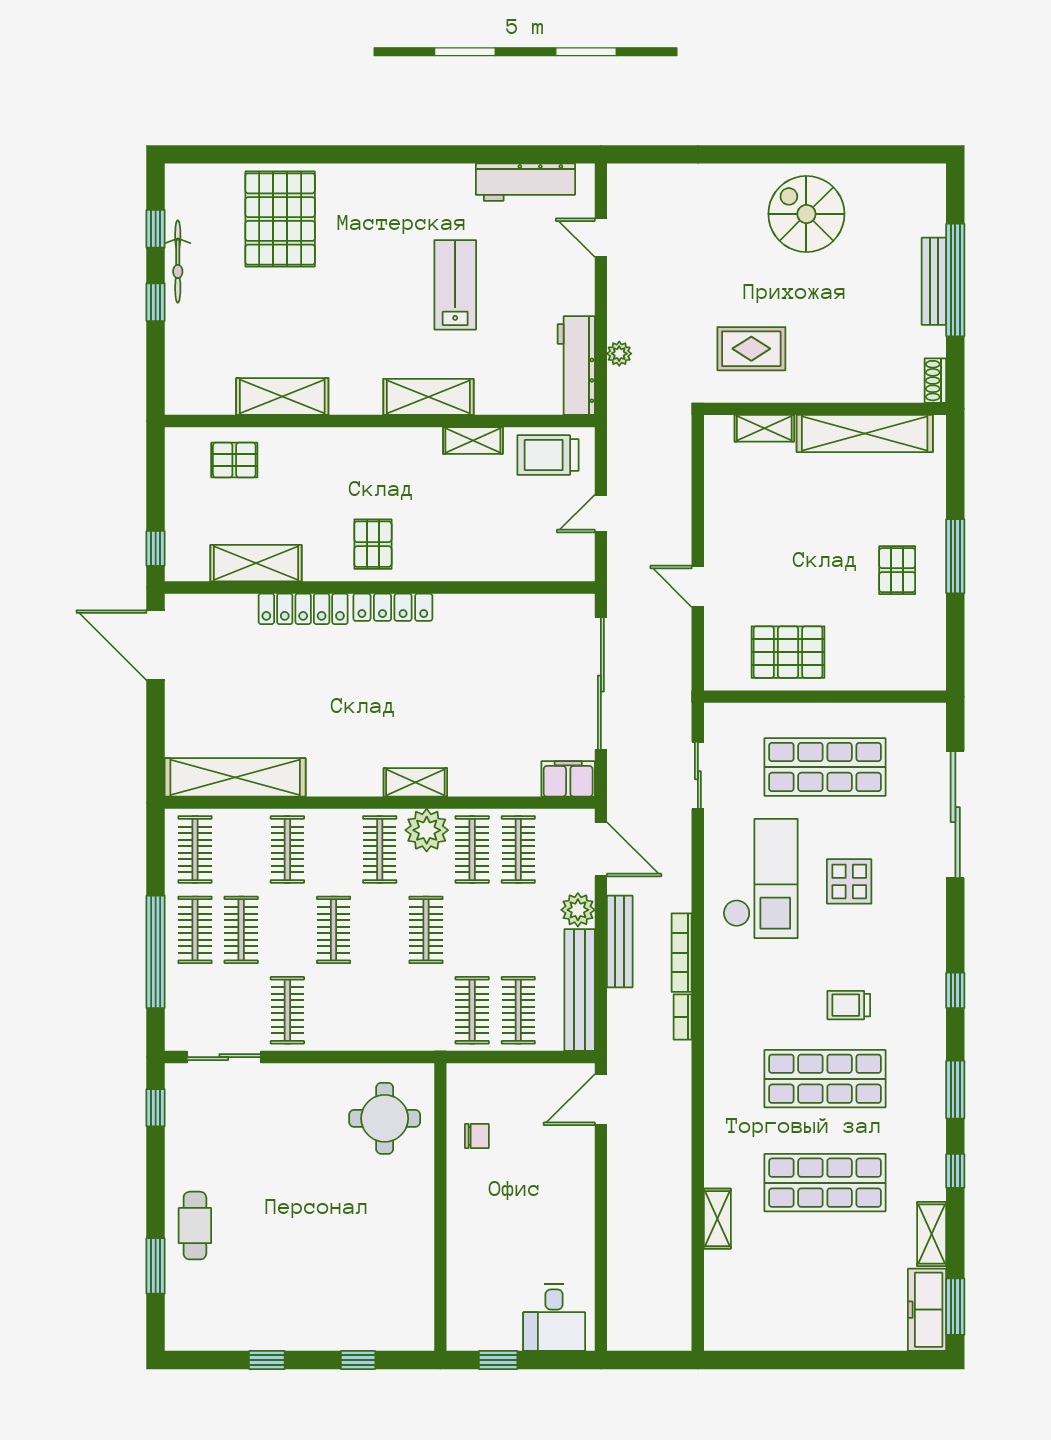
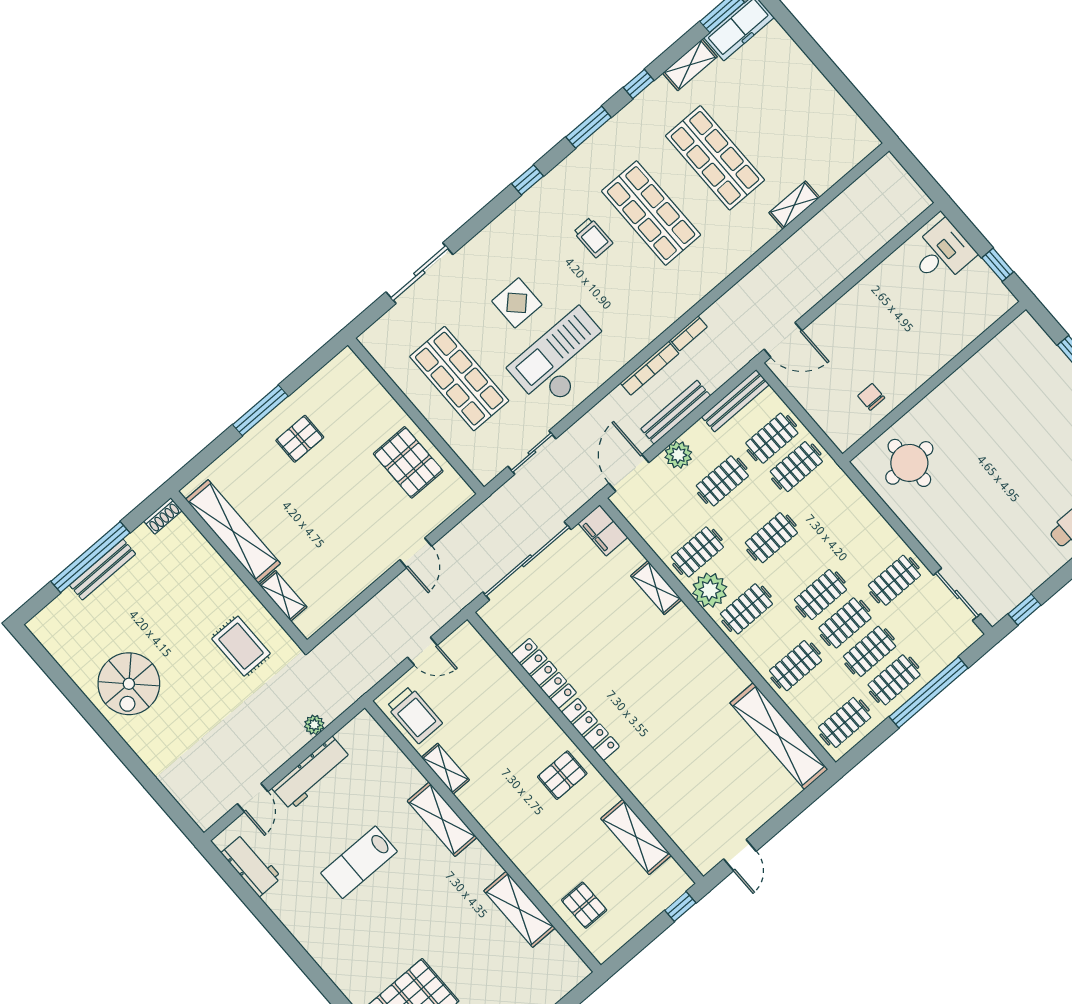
workbench: (525, 182) -> (251, 865), width x0.73
workbench: (576, 366) -> (311, 773), moved
locker: (303, 609) -> (544, 673), moved
door: (156, 645) -> (740, 855), width x0.53
shelving: (415, 782) -> (656, 588), moved
sliding door: (955, 815) -> (419, 273), width x0.73
clothes rail: (518, 849) -> (722, 481), moved
clothes rail: (287, 930) -> (845, 623), added
bench: (580, 990) -> (735, 401), width x0.73, depth x0.82

